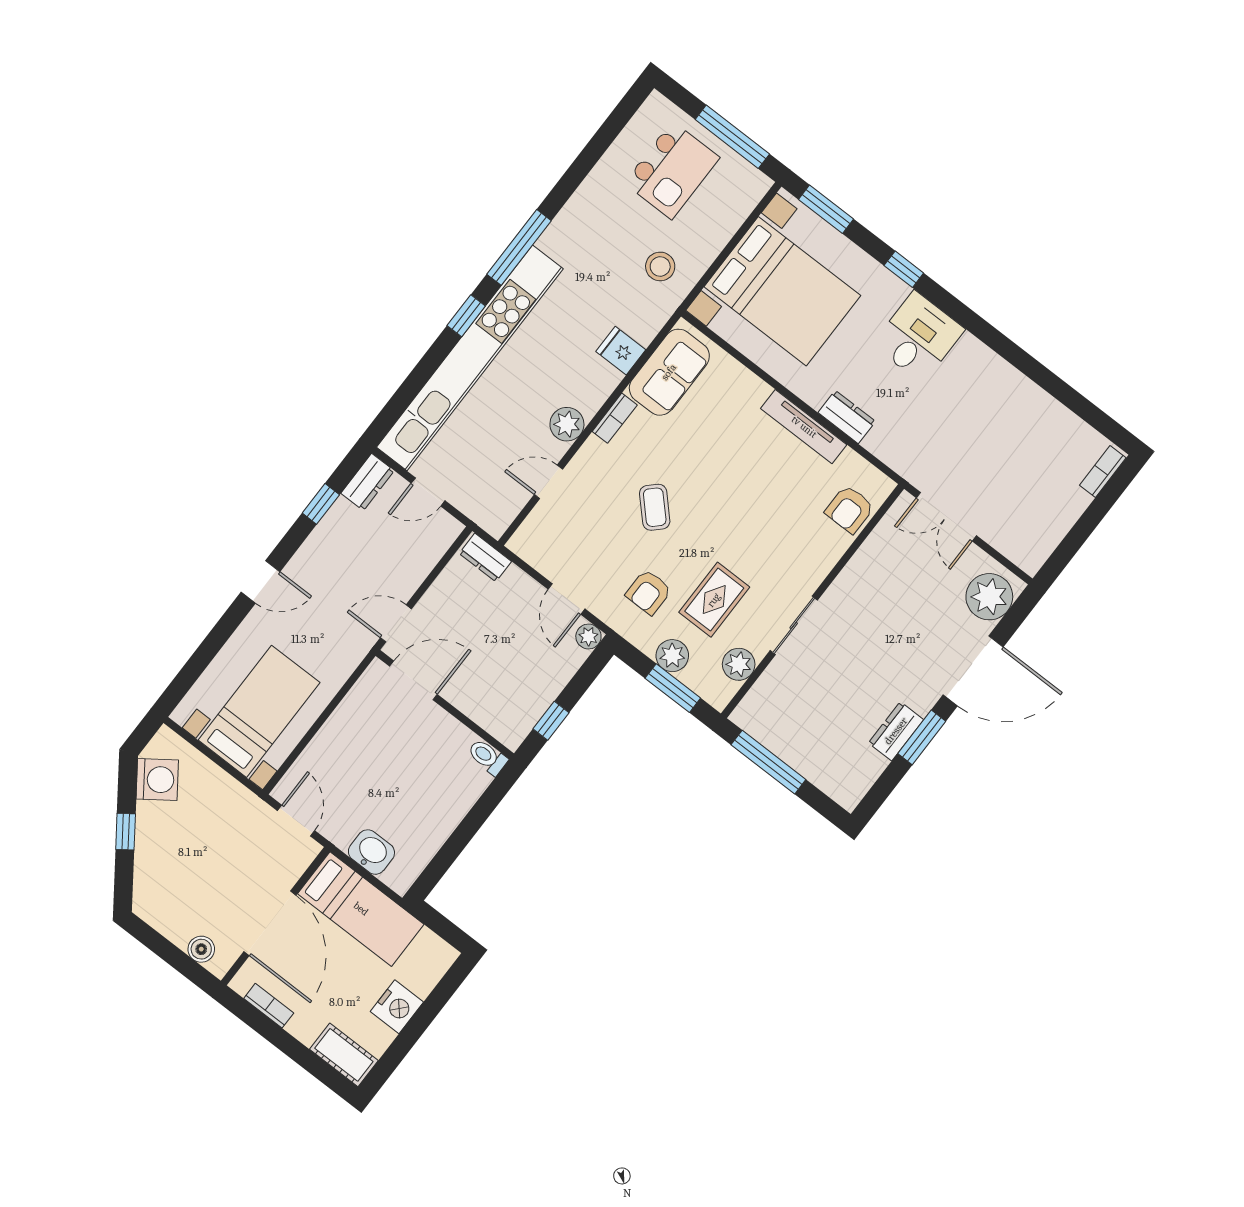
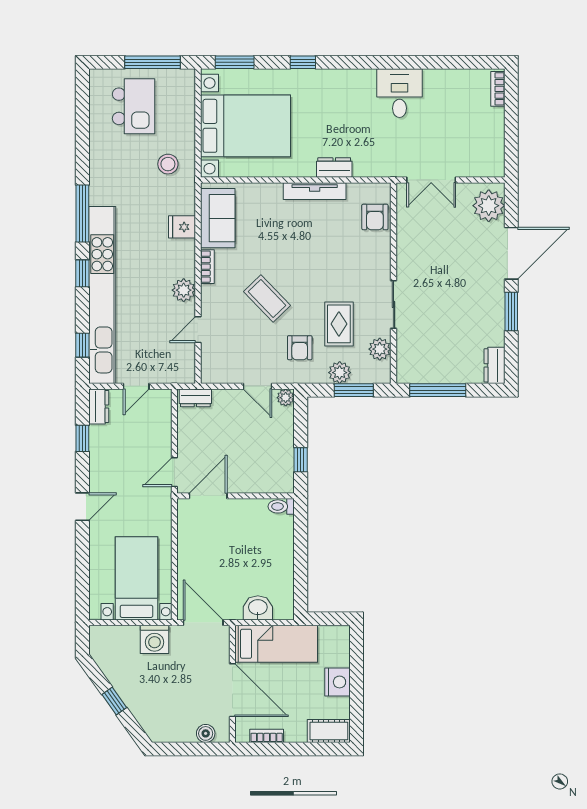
desk: (918, 337) -> (399, 93), moved
window: (403, 398) -> (82, 345), added
coffee table: (655, 507) -> (267, 299), width x1.36, depth x1.30
dresser: (896, 731) -> (495, 365), moved
washing machine: (157, 780) -> (155, 639), moved, turned 125
door: (296, 821) -> (203, 623), width x1.38

